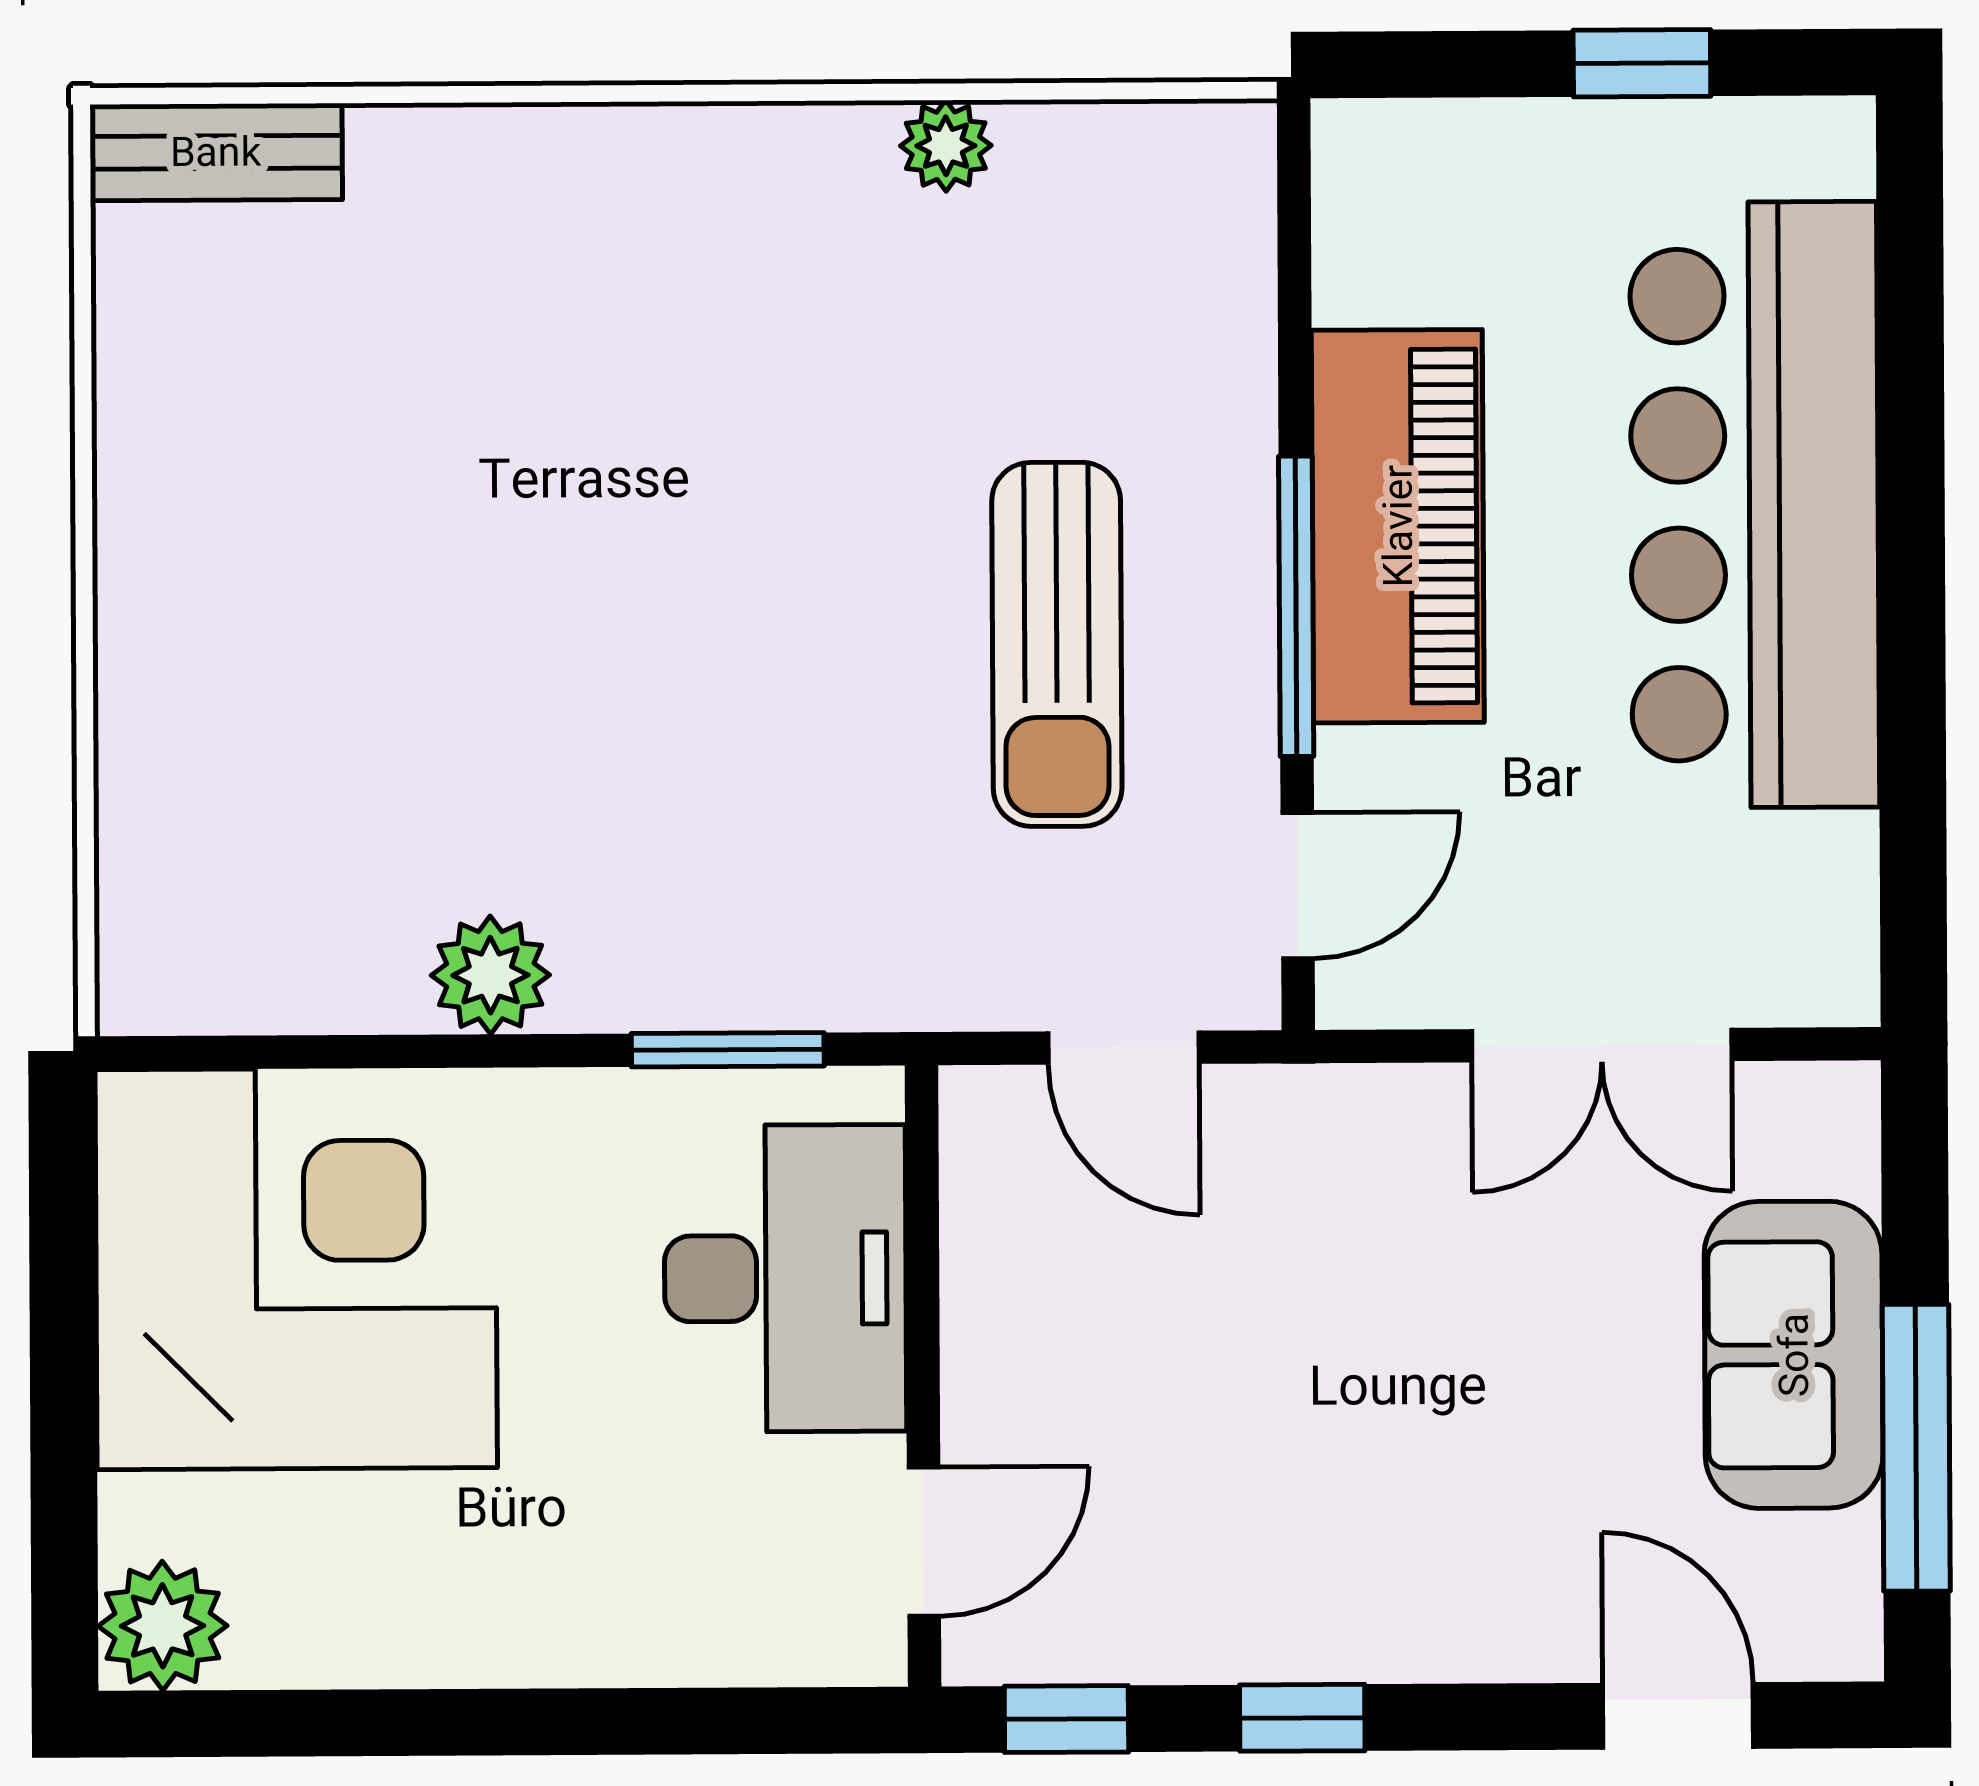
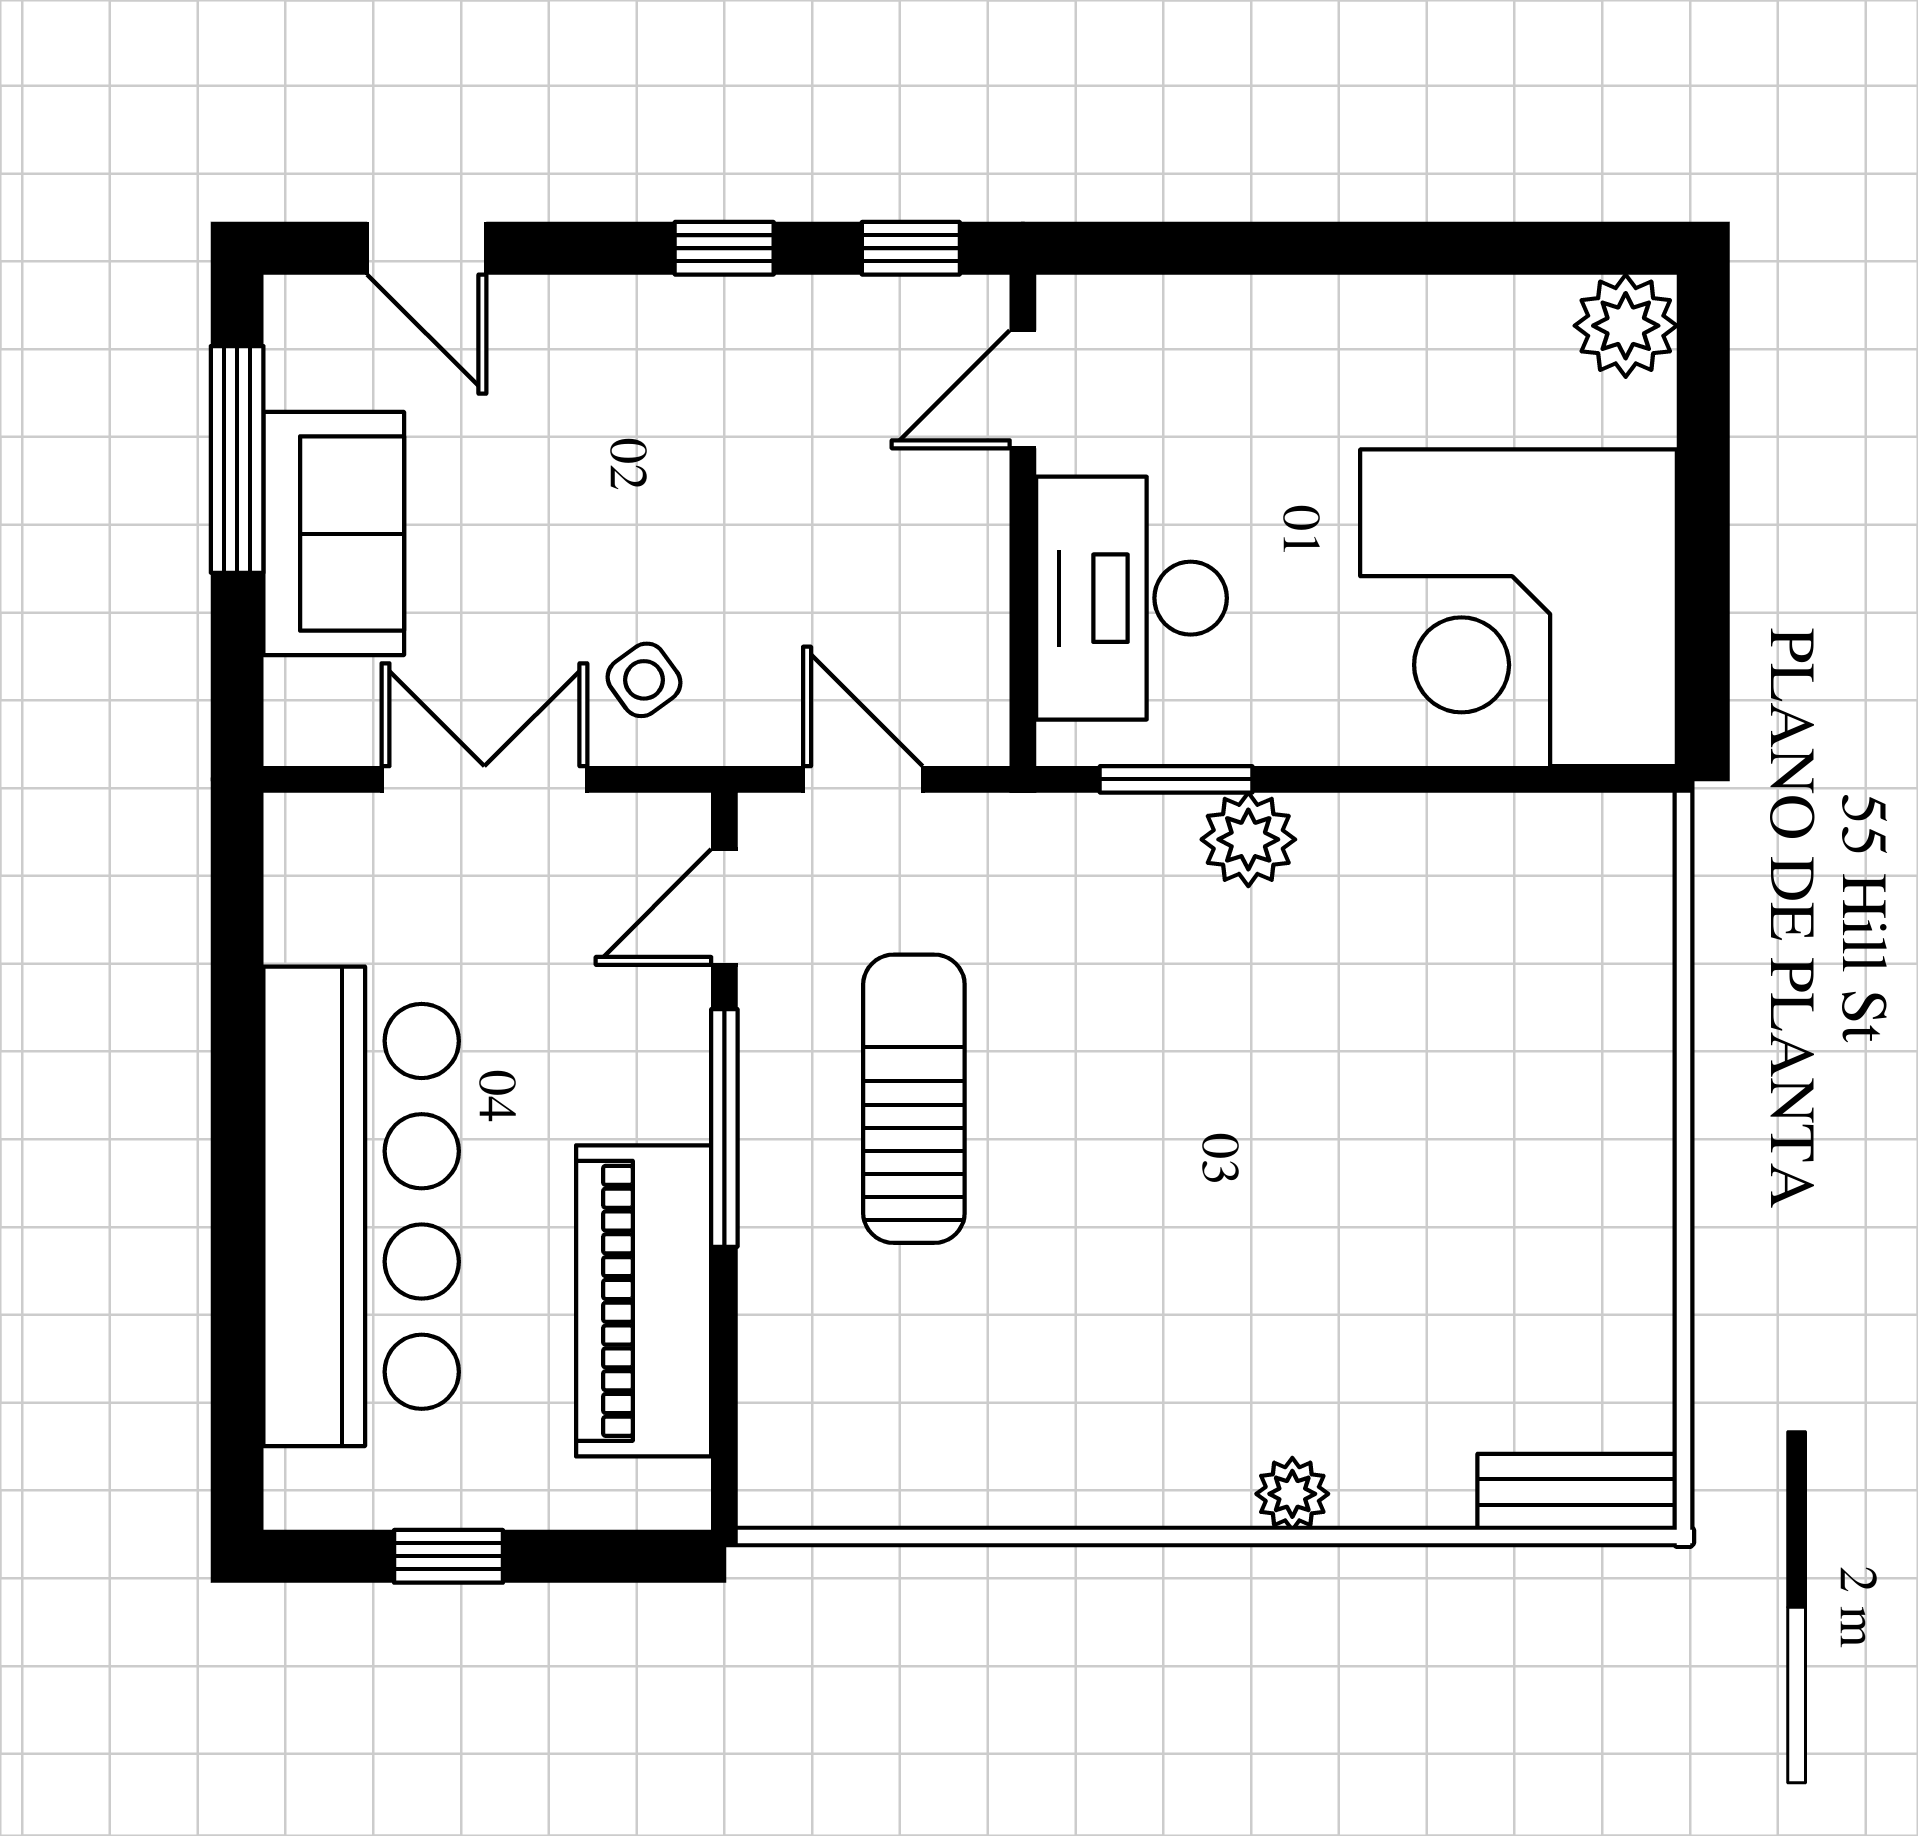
plant: (946, 146) -> (1292, 1494), moved
piano: (1398, 526) -> (644, 1301), moved
plant: (490, 975) -> (1248, 839), moved
side table: (1401, 1172) -> (644, 680), added

